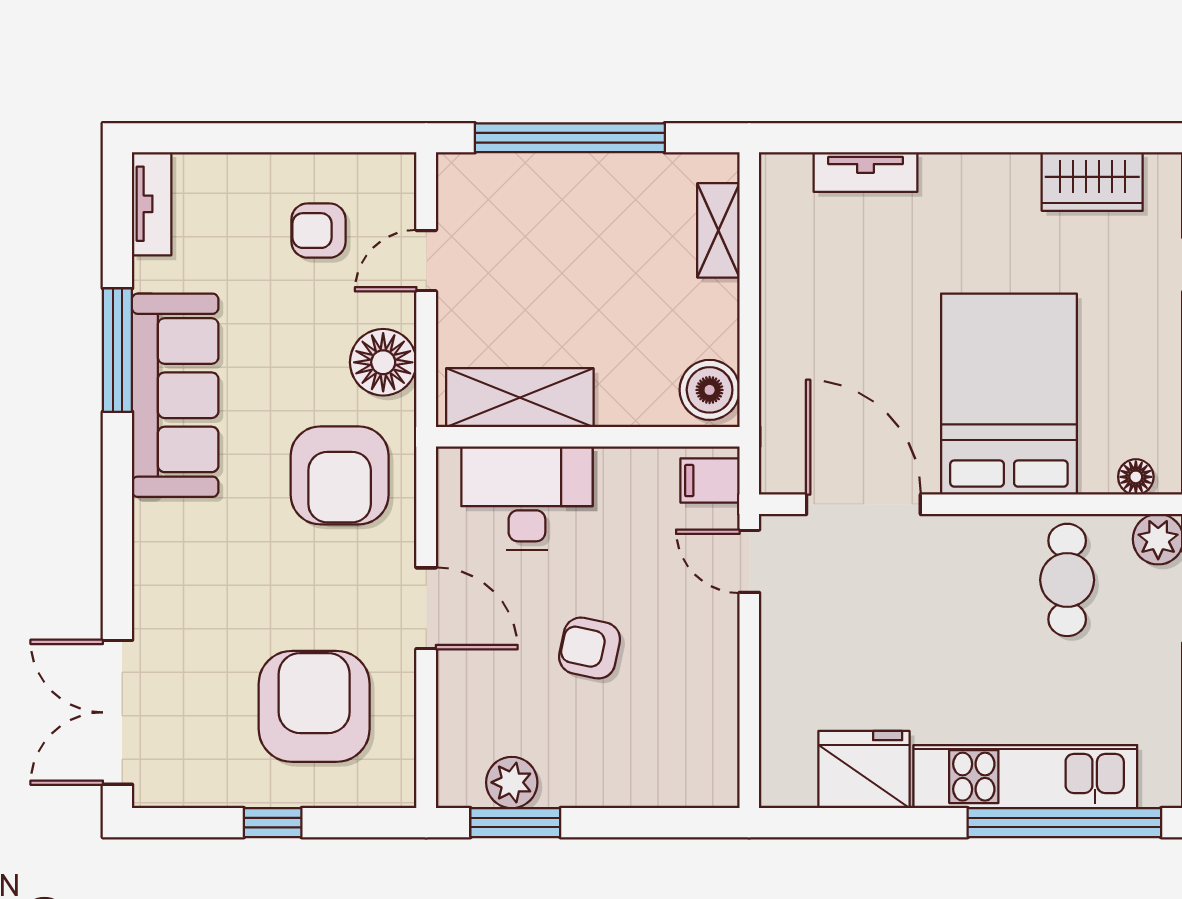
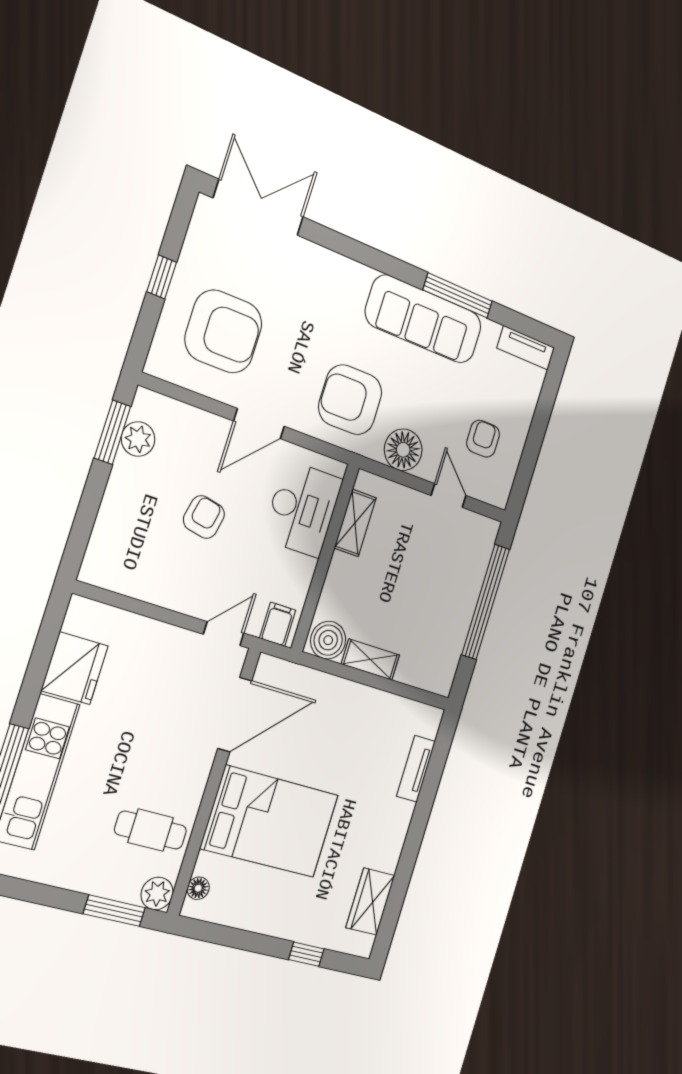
shelving: (718, 230) -> (370, 660), moved
shelving: (520, 398) -> (355, 523), width x0.67, depth x0.75

